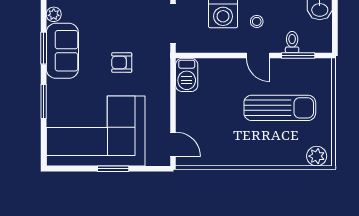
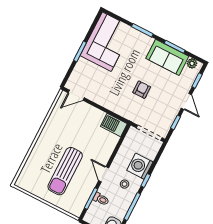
door: (258, 56) -> (104, 174), hinge flipped
corner sofa: (96, 131) -> (107, 42), width x0.73, depth x0.74
plant: (317, 156) -> (24, 178), removed

